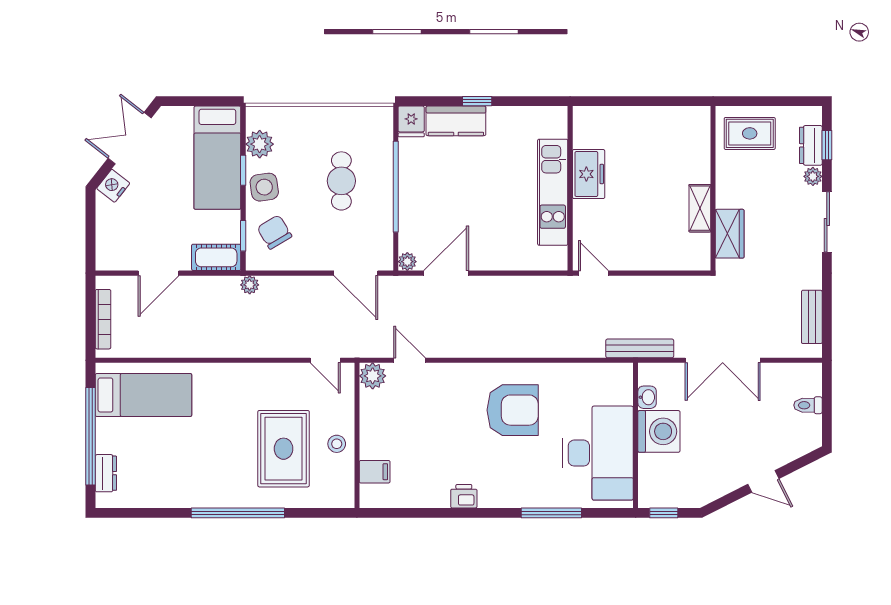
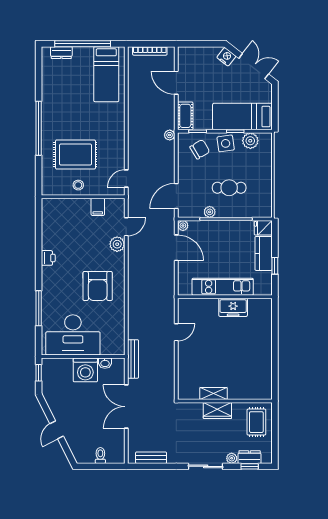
freezer: (589, 174) -> (233, 307), moved
wall: (570, 188) -> (225, 297), moved
kitchen unit: (553, 192) -> (223, 287), moved
plant: (383, 215) -> (210, 212), added
wardrobe: (730, 234) -> (217, 411), moved
plant: (373, 376) -> (117, 244), moved
filing cabinet: (375, 472) -> (98, 207), moved

